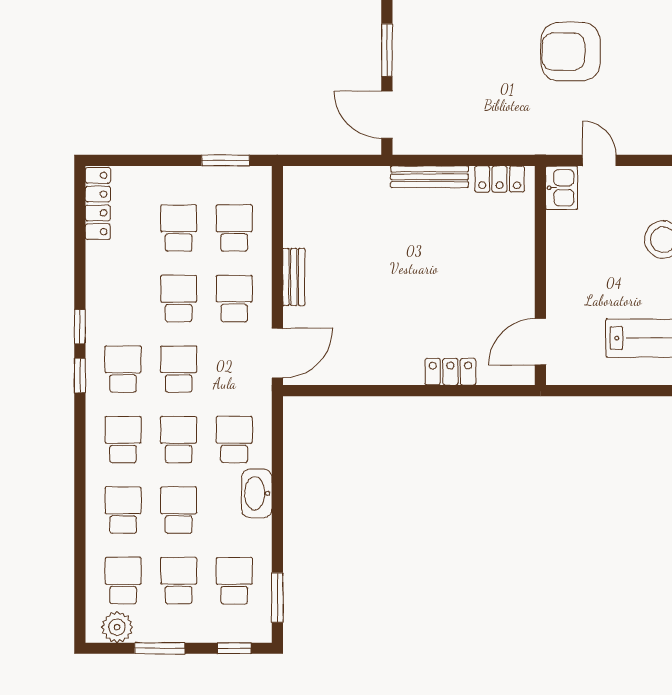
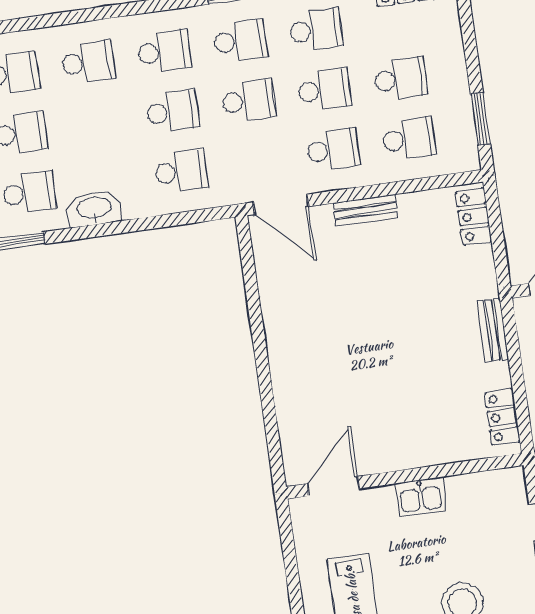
bench: (430, 177) -> (493, 330), width x0.73
kitchen sink: (562, 188) -> (421, 497), moved
door: (540, 342) -> (333, 486), hinge flipped
locker: (450, 372) -> (474, 217), moved, turned 180
washbasin: (257, 493) -> (94, 208), moved
school desk: (179, 510) -> (316, 30), moved

